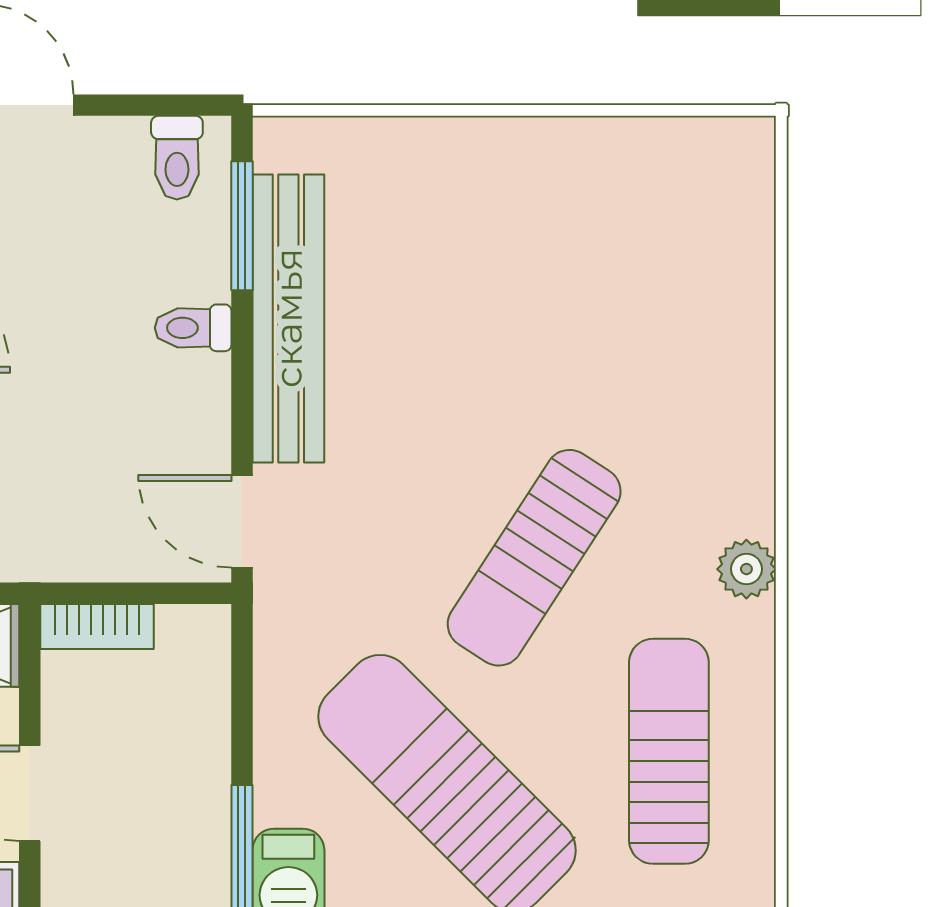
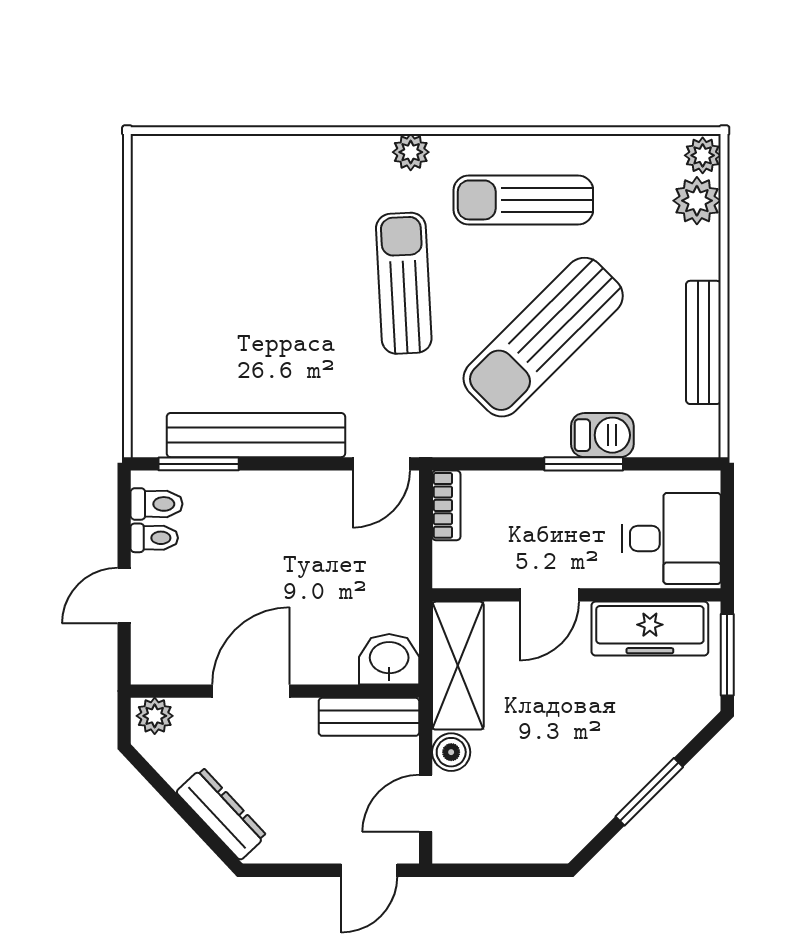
toilet: (193, 328) -> (154, 538), moved, turned -90
sun lounger: (534, 558) -> (404, 283), turned -126
bookcase: (97, 627) -> (446, 505), moved

